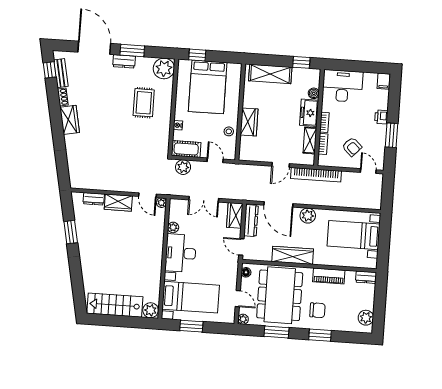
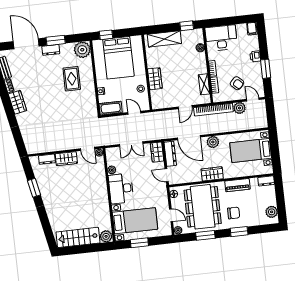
freezer: (309, 113) -> (200, 63), removed
plant: (183, 167) -> (240, 108), moved
wardrobe: (293, 255) -> (212, 174), width x0.67

